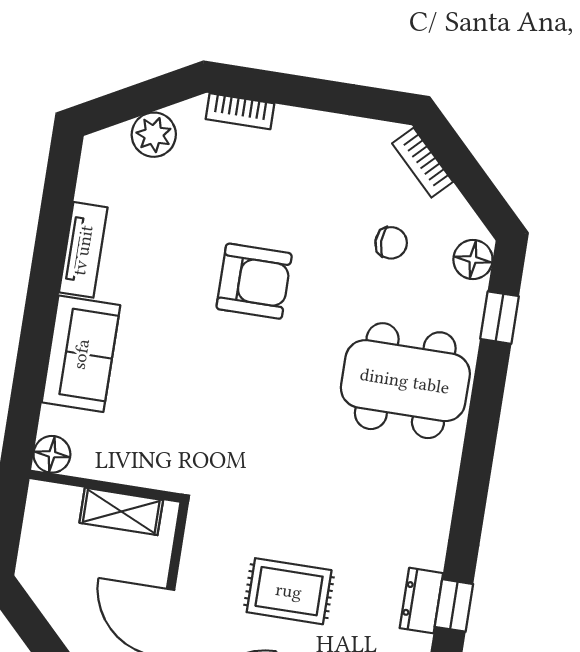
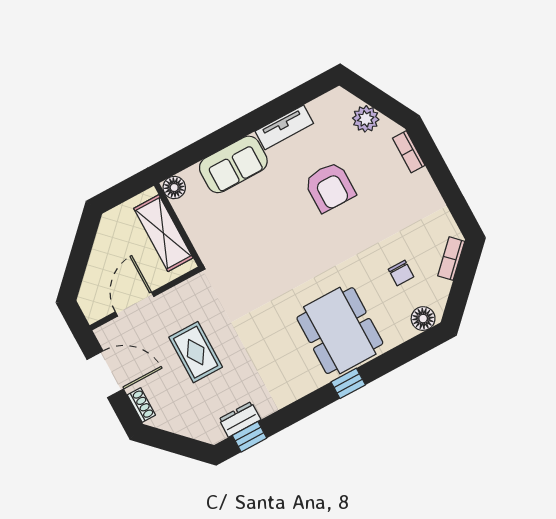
armchair: (254, 281) -> (330, 187), moved
window: (499, 318) -> (348, 383), moved
shelving: (121, 511) -> (163, 233), width x1.50, depth x1.33

